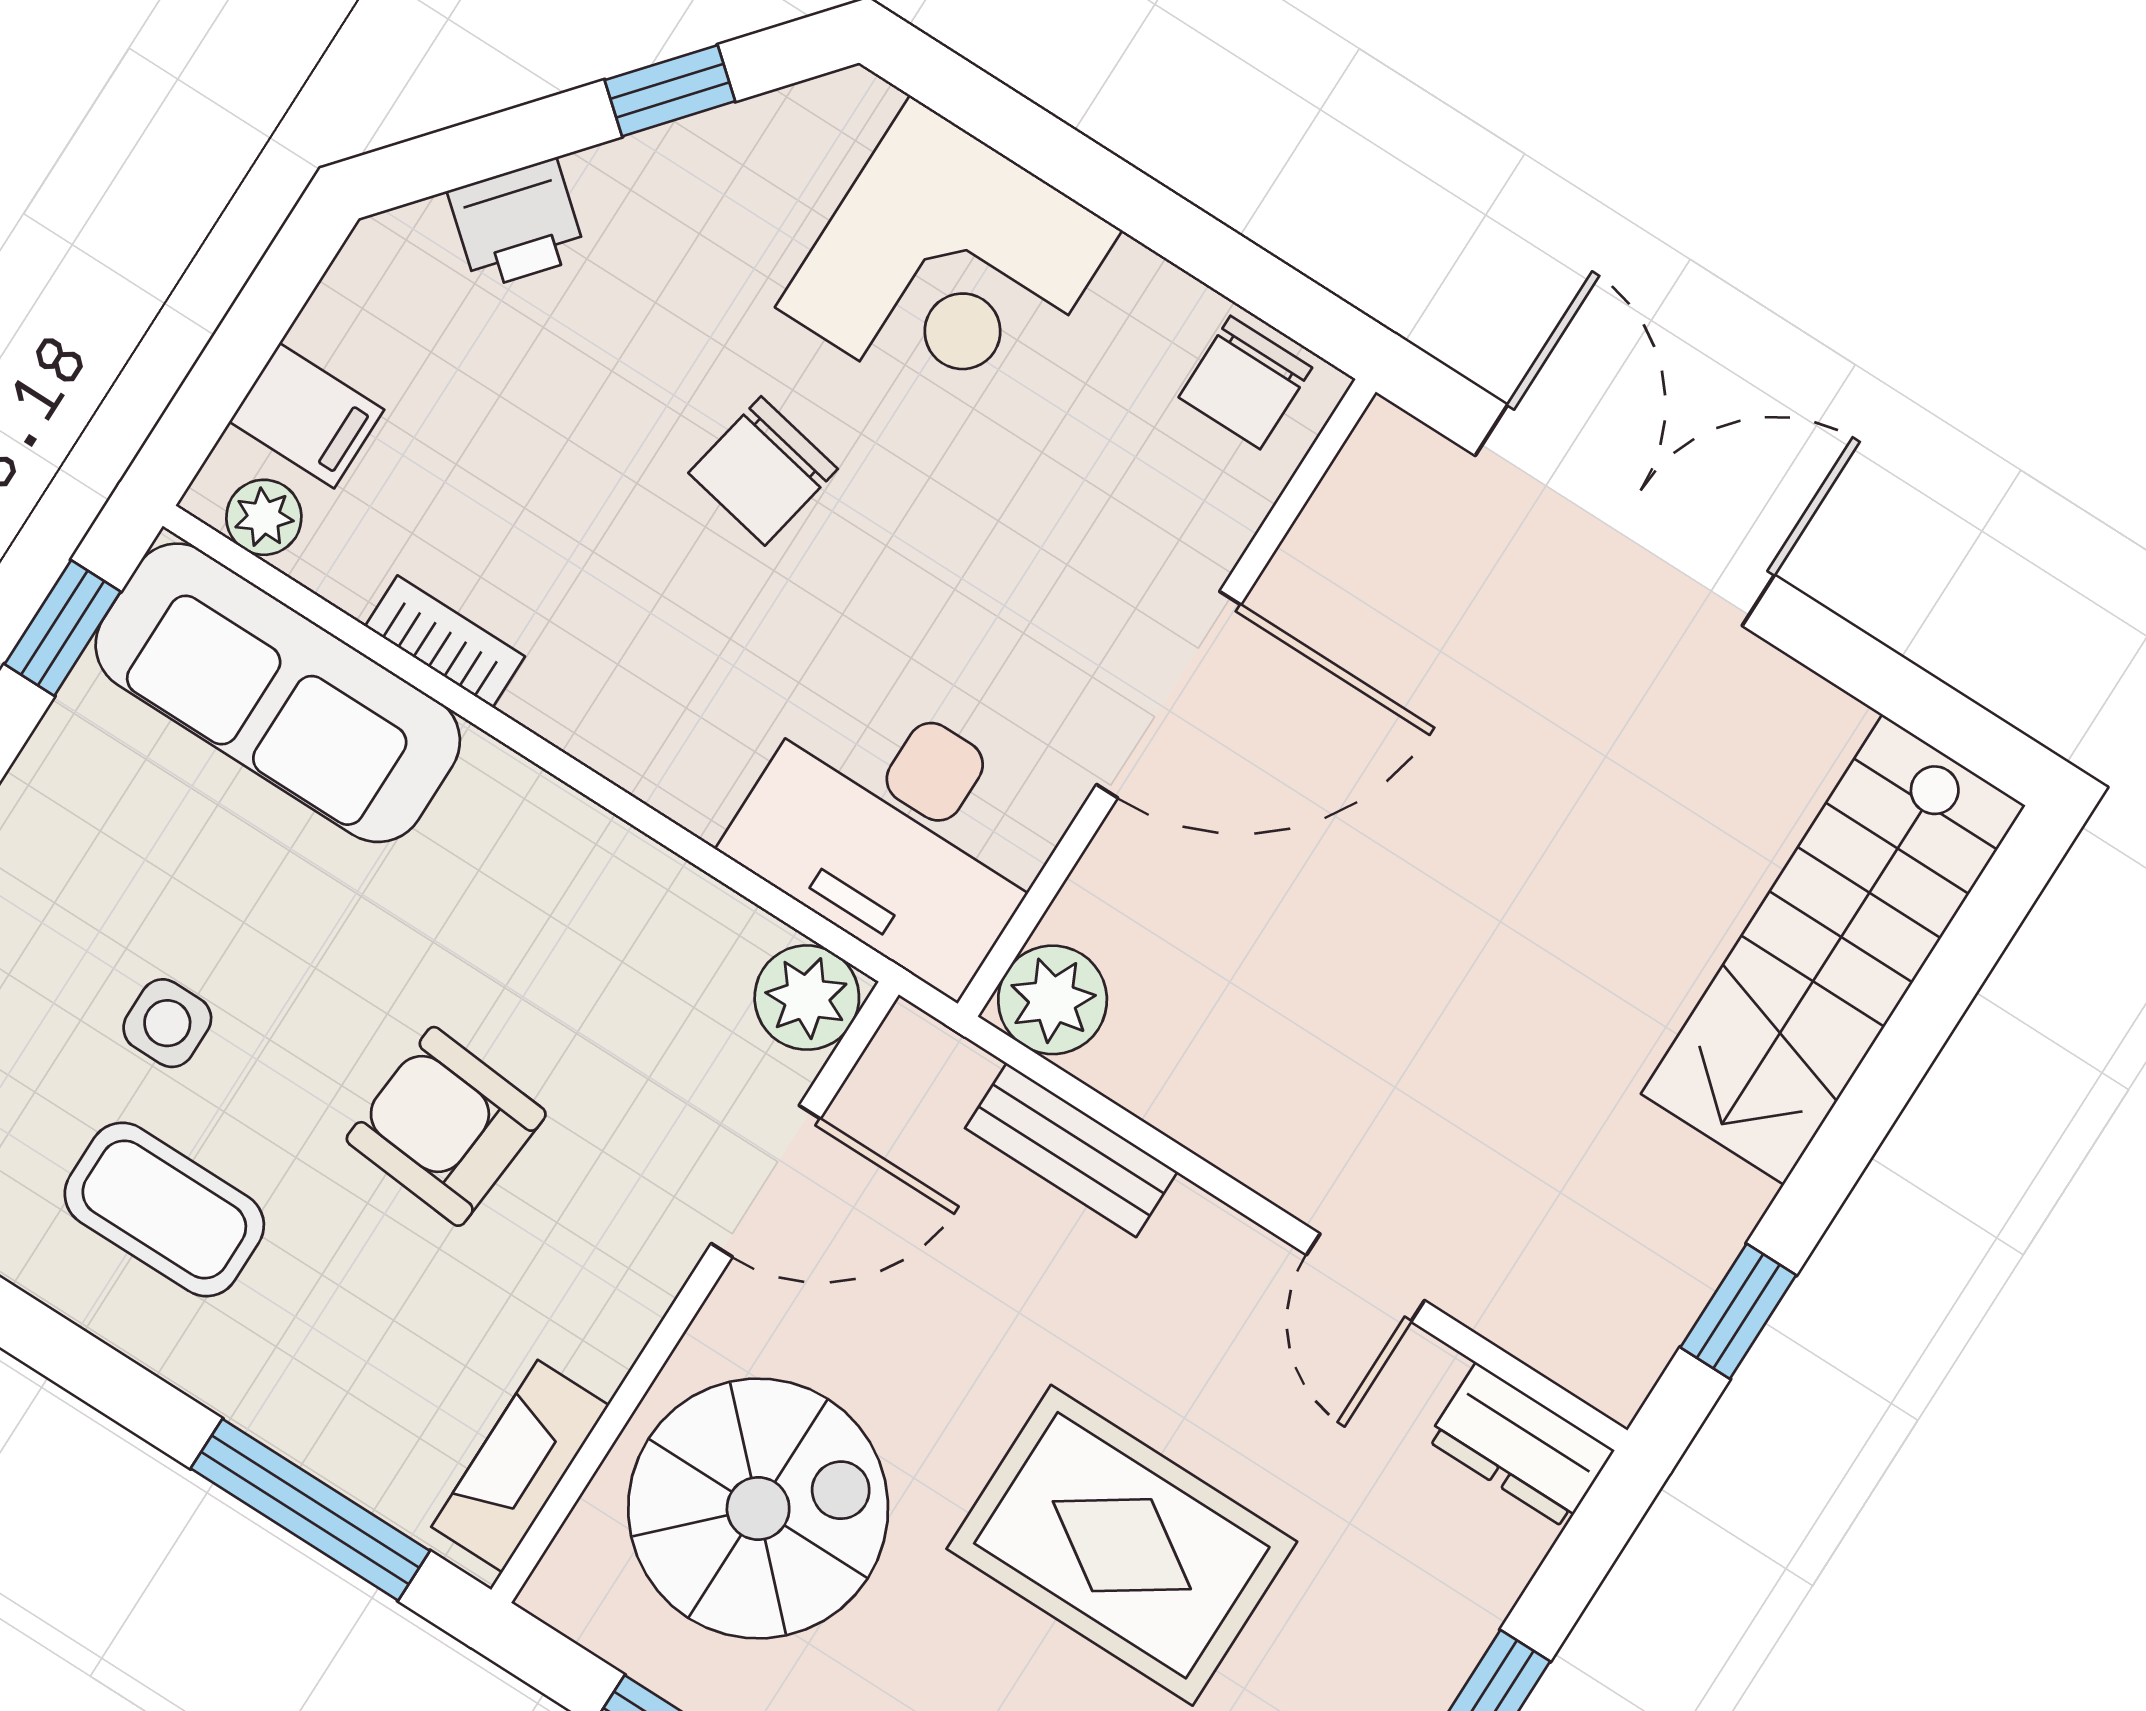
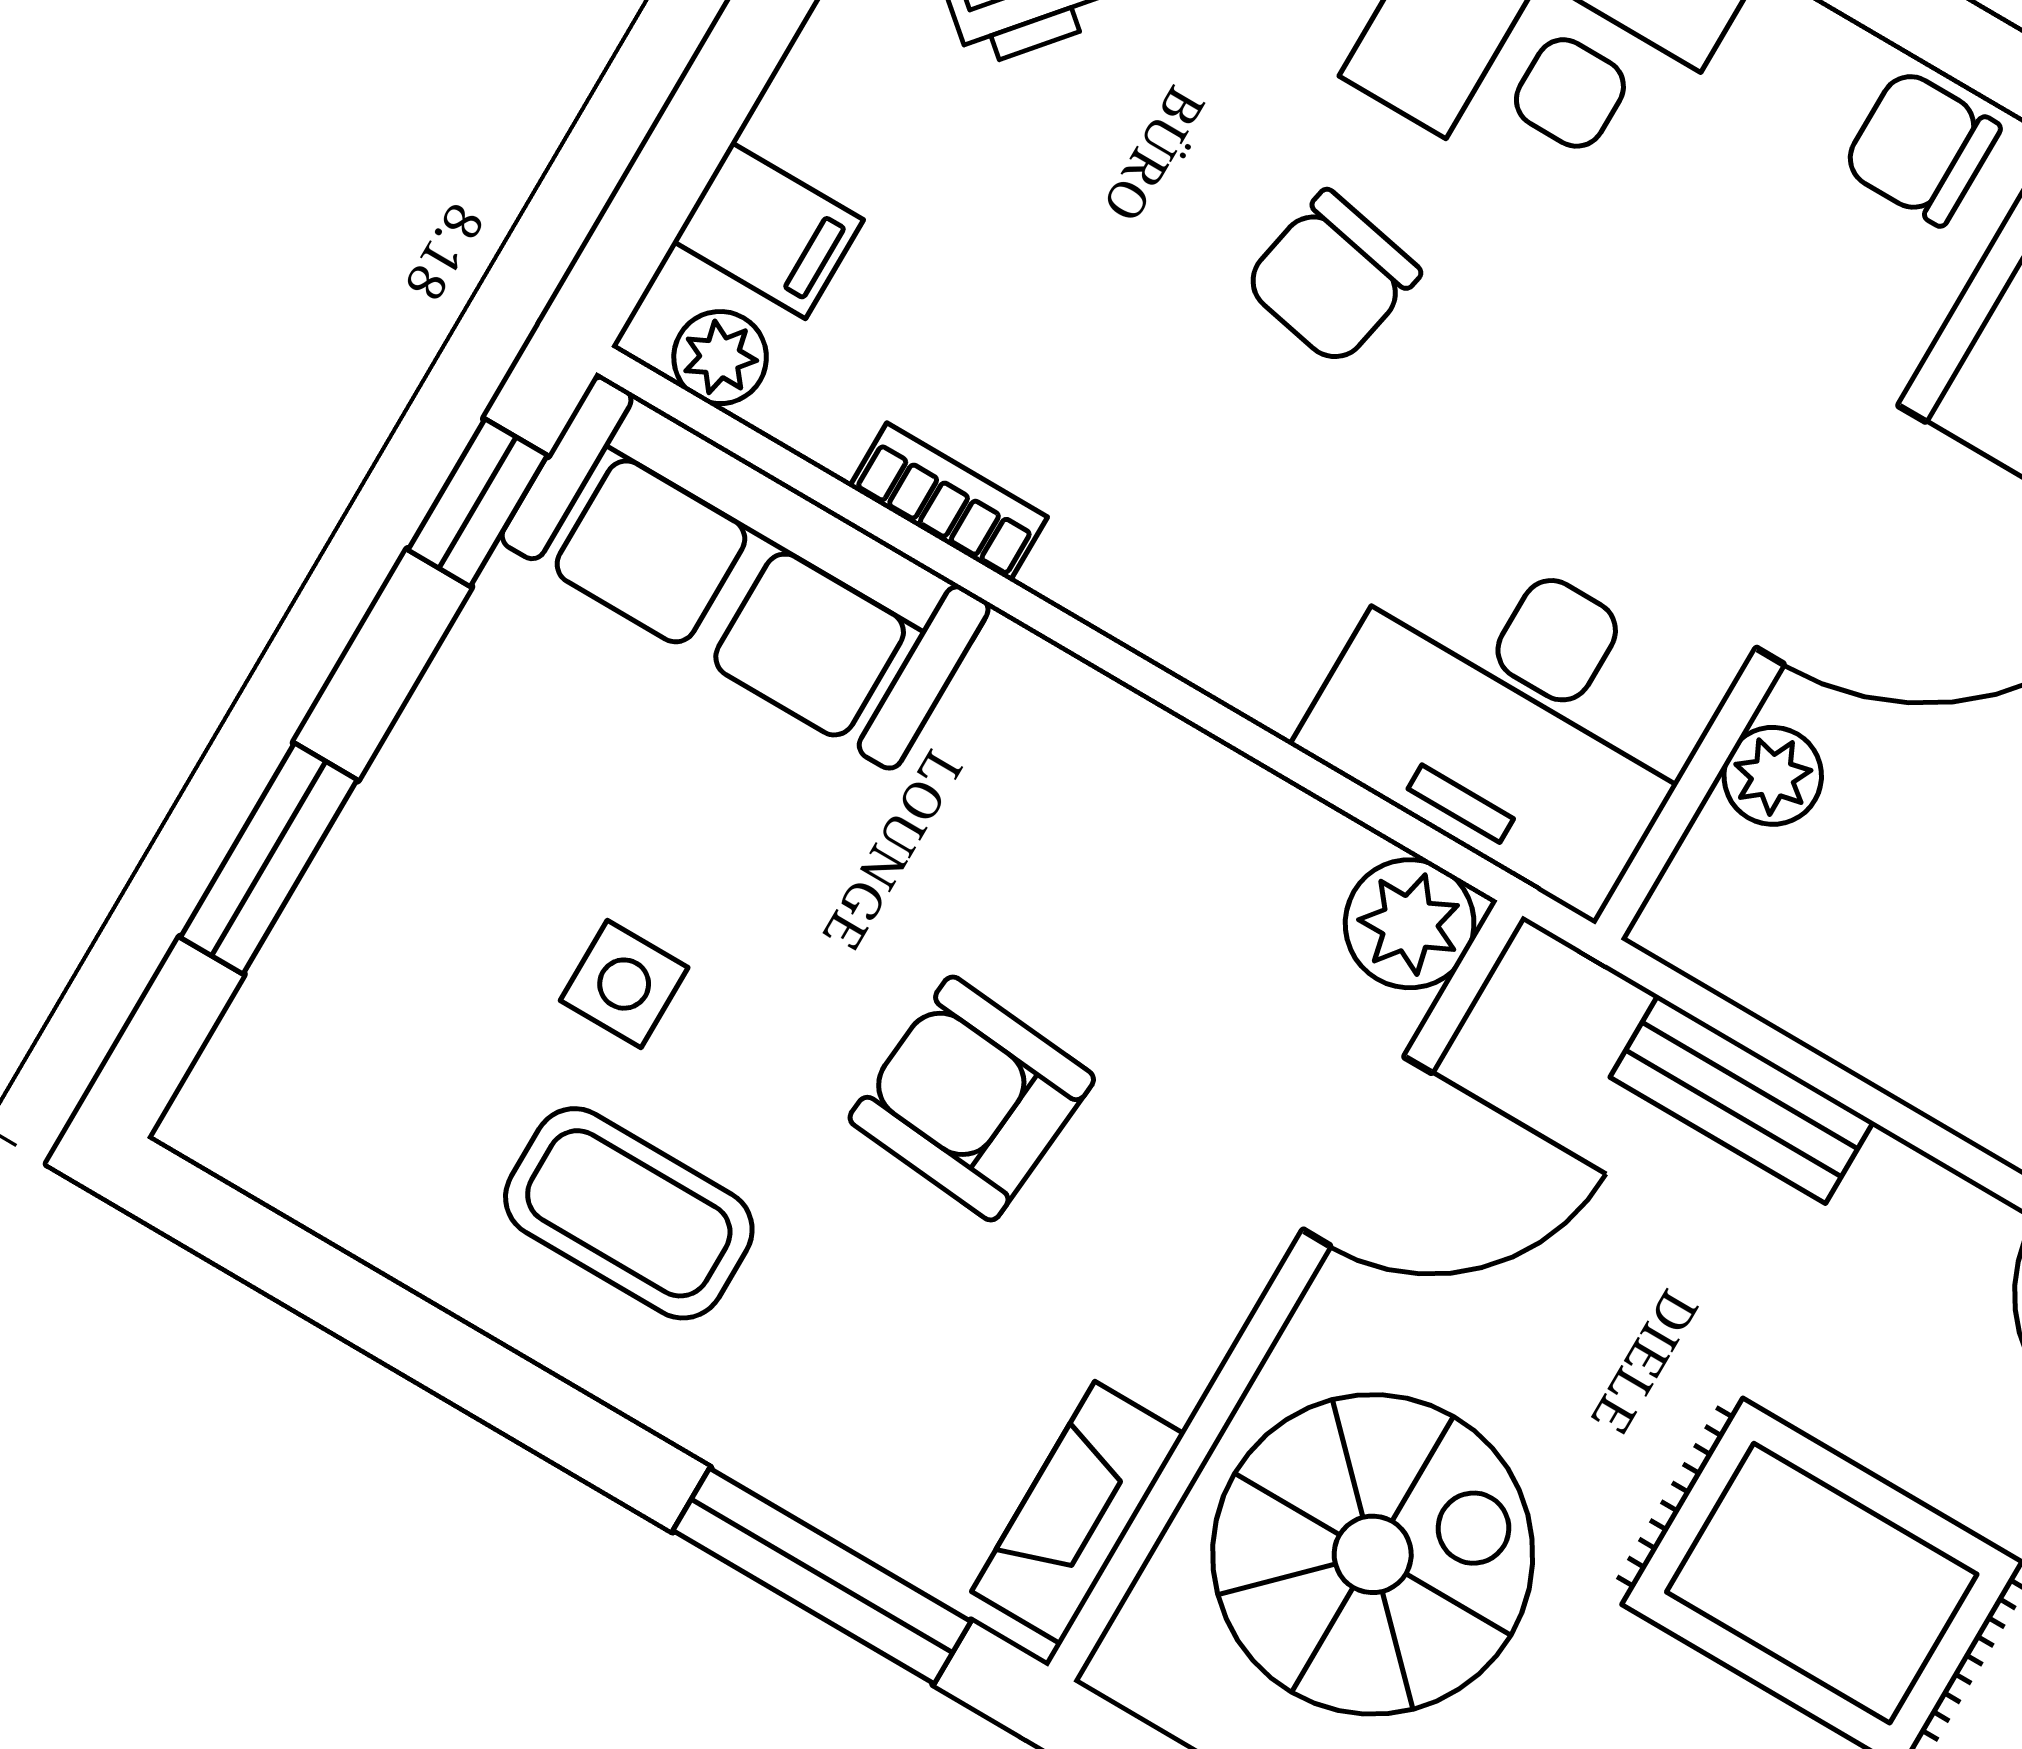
chair: (1245, 382) -> (1921, 147), turned 90
plant: (1053, 1000) -> (1773, 776), moved, width x0.73, depth x0.73

